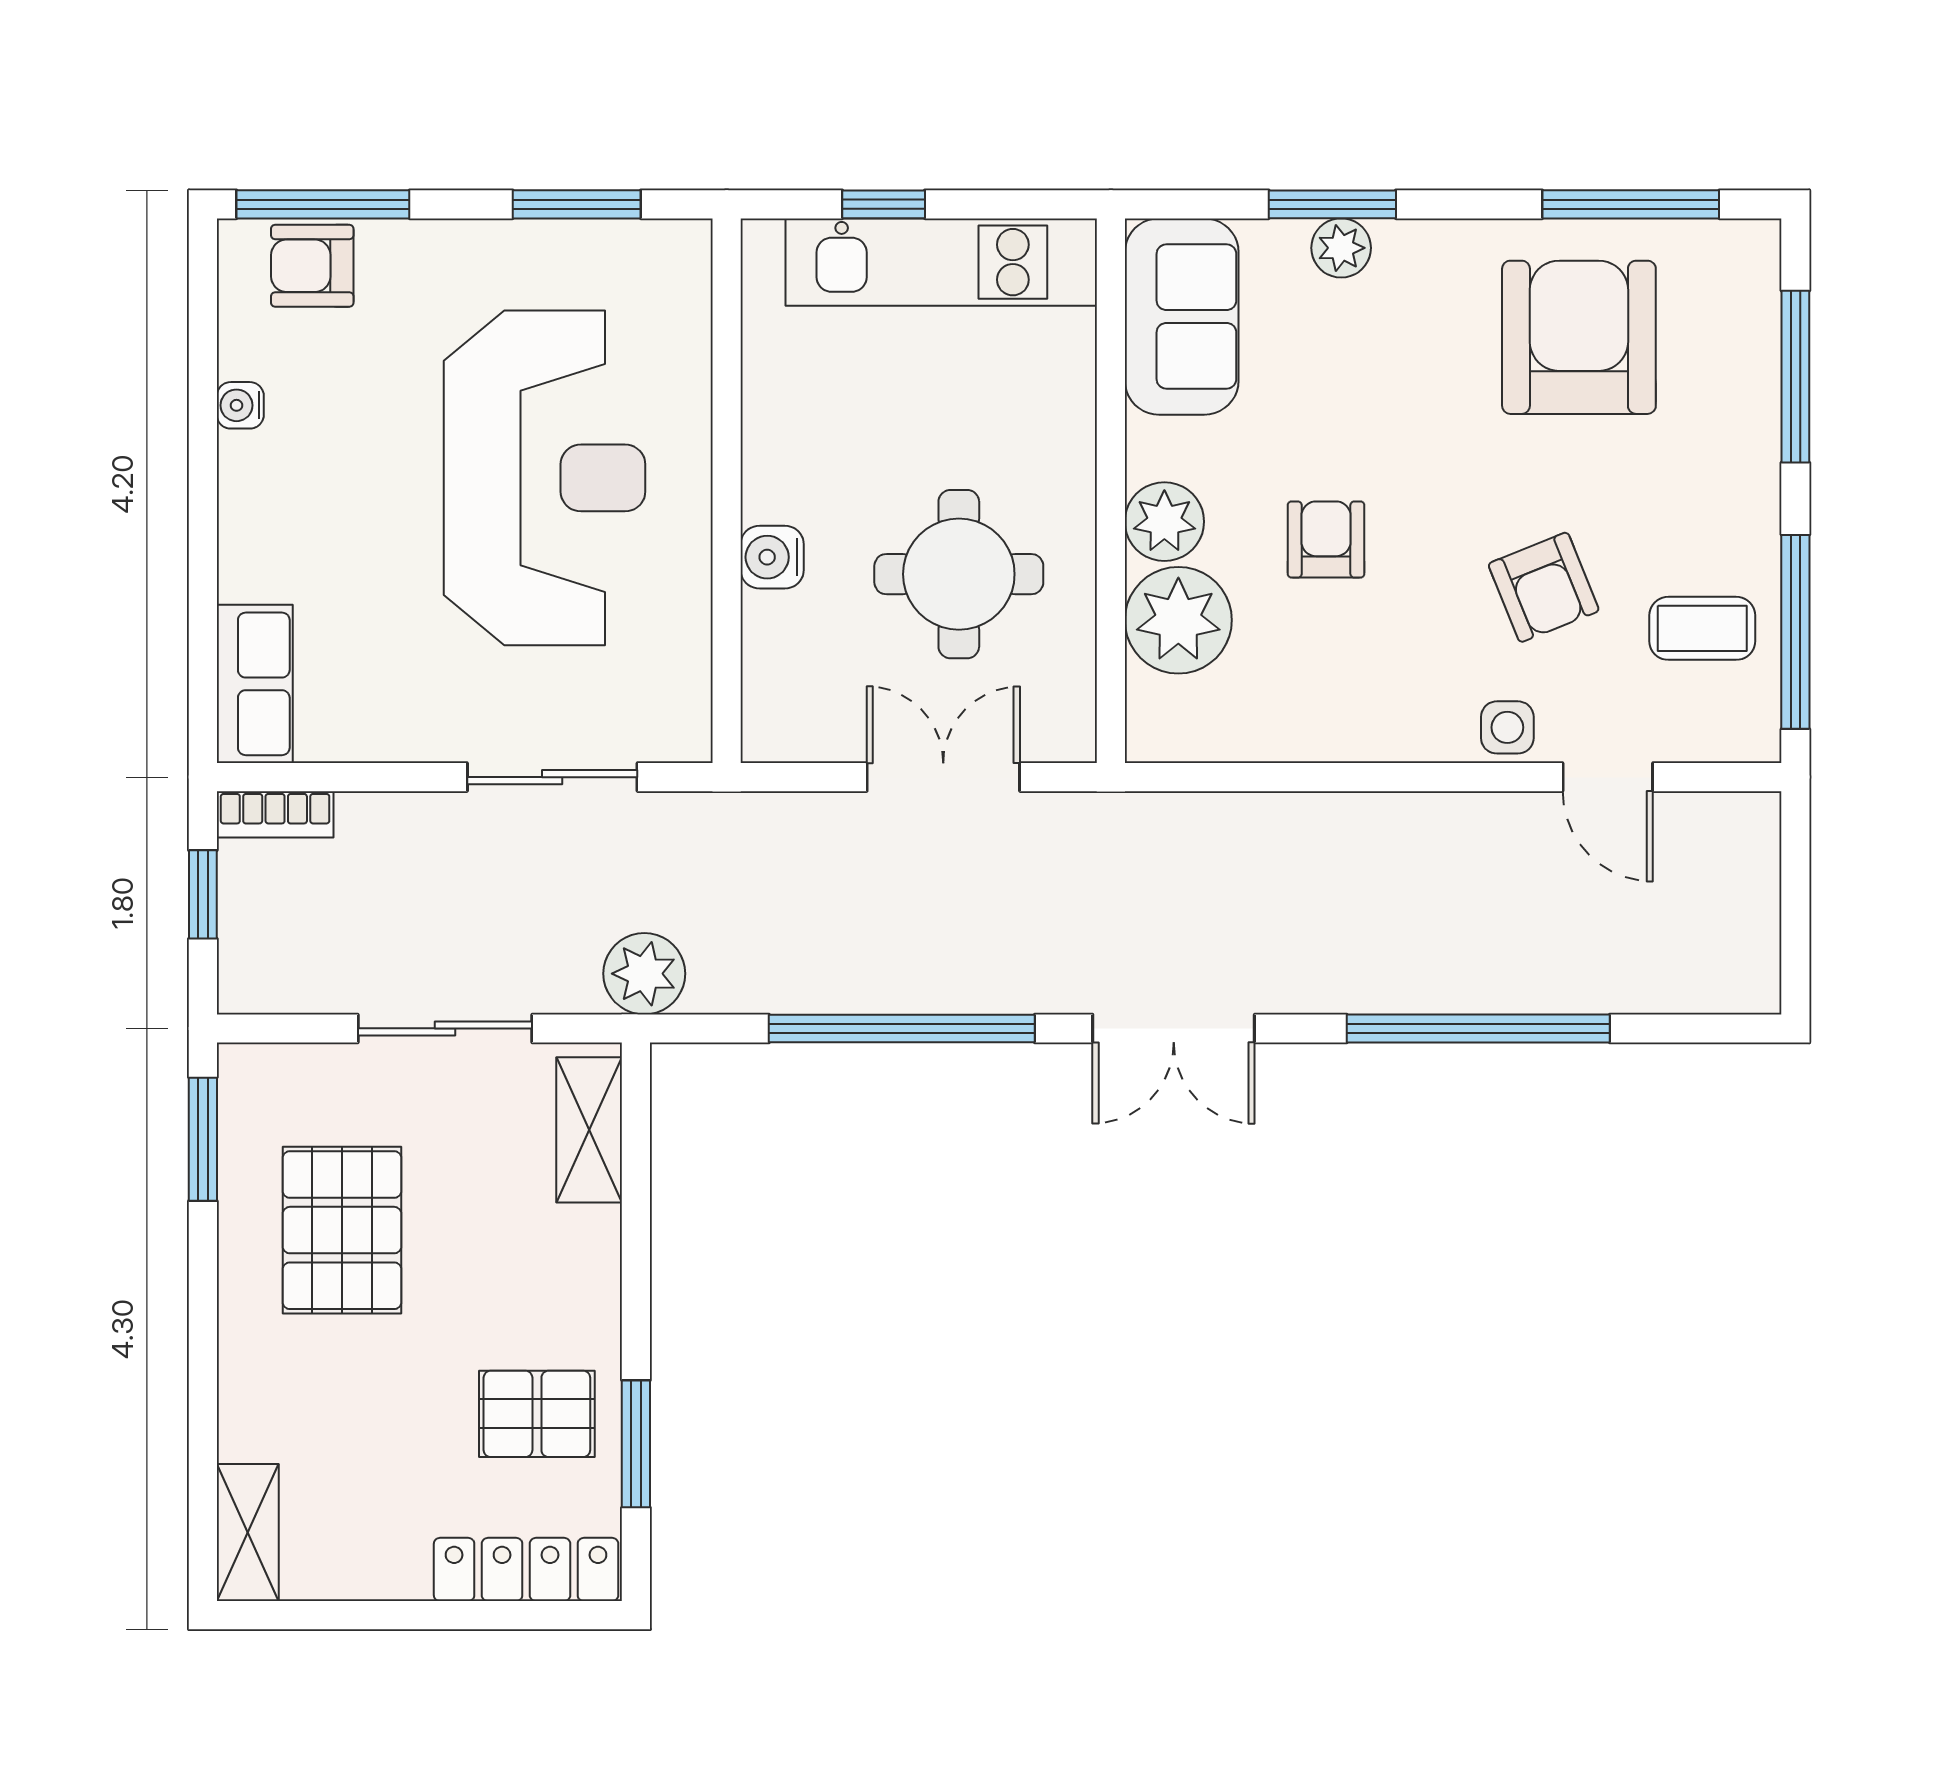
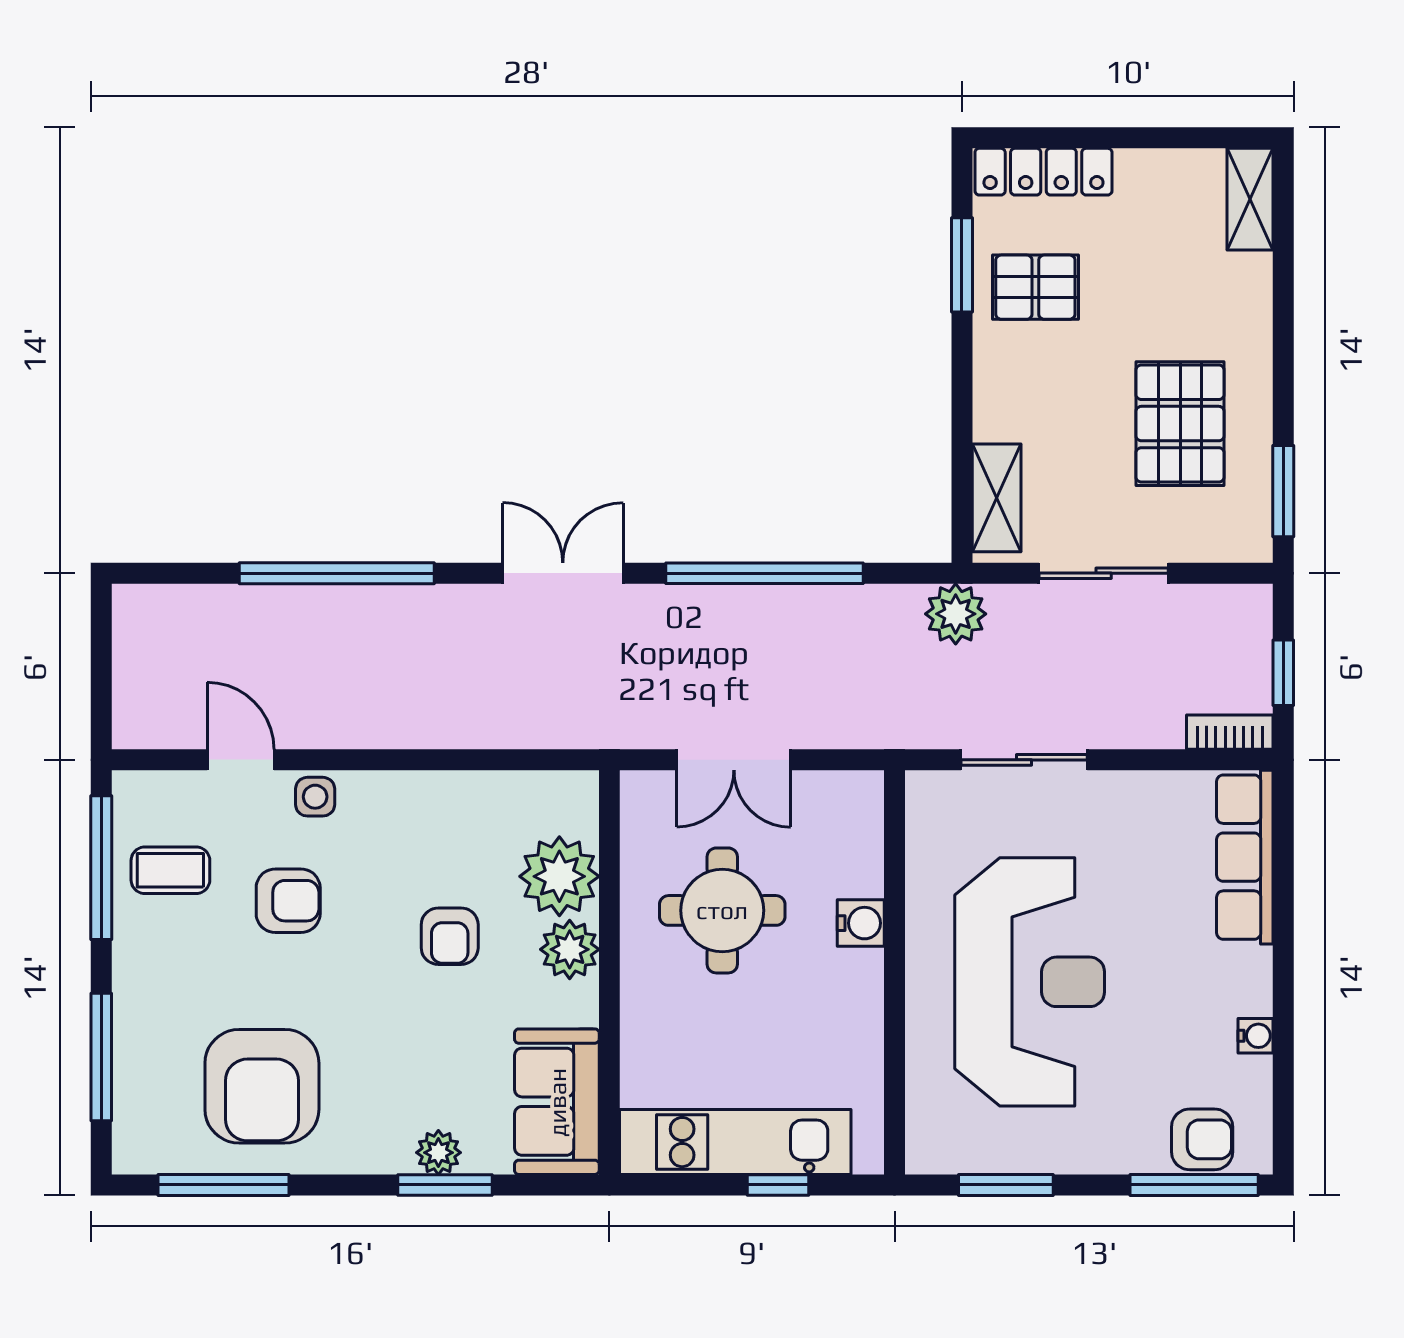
reception desk: (545, 478) -> (1030, 982), turned 180
armchair: (1544, 587) -> (288, 901), turned 112
row of seats: (255, 684) -> (1245, 857), width x1.48

